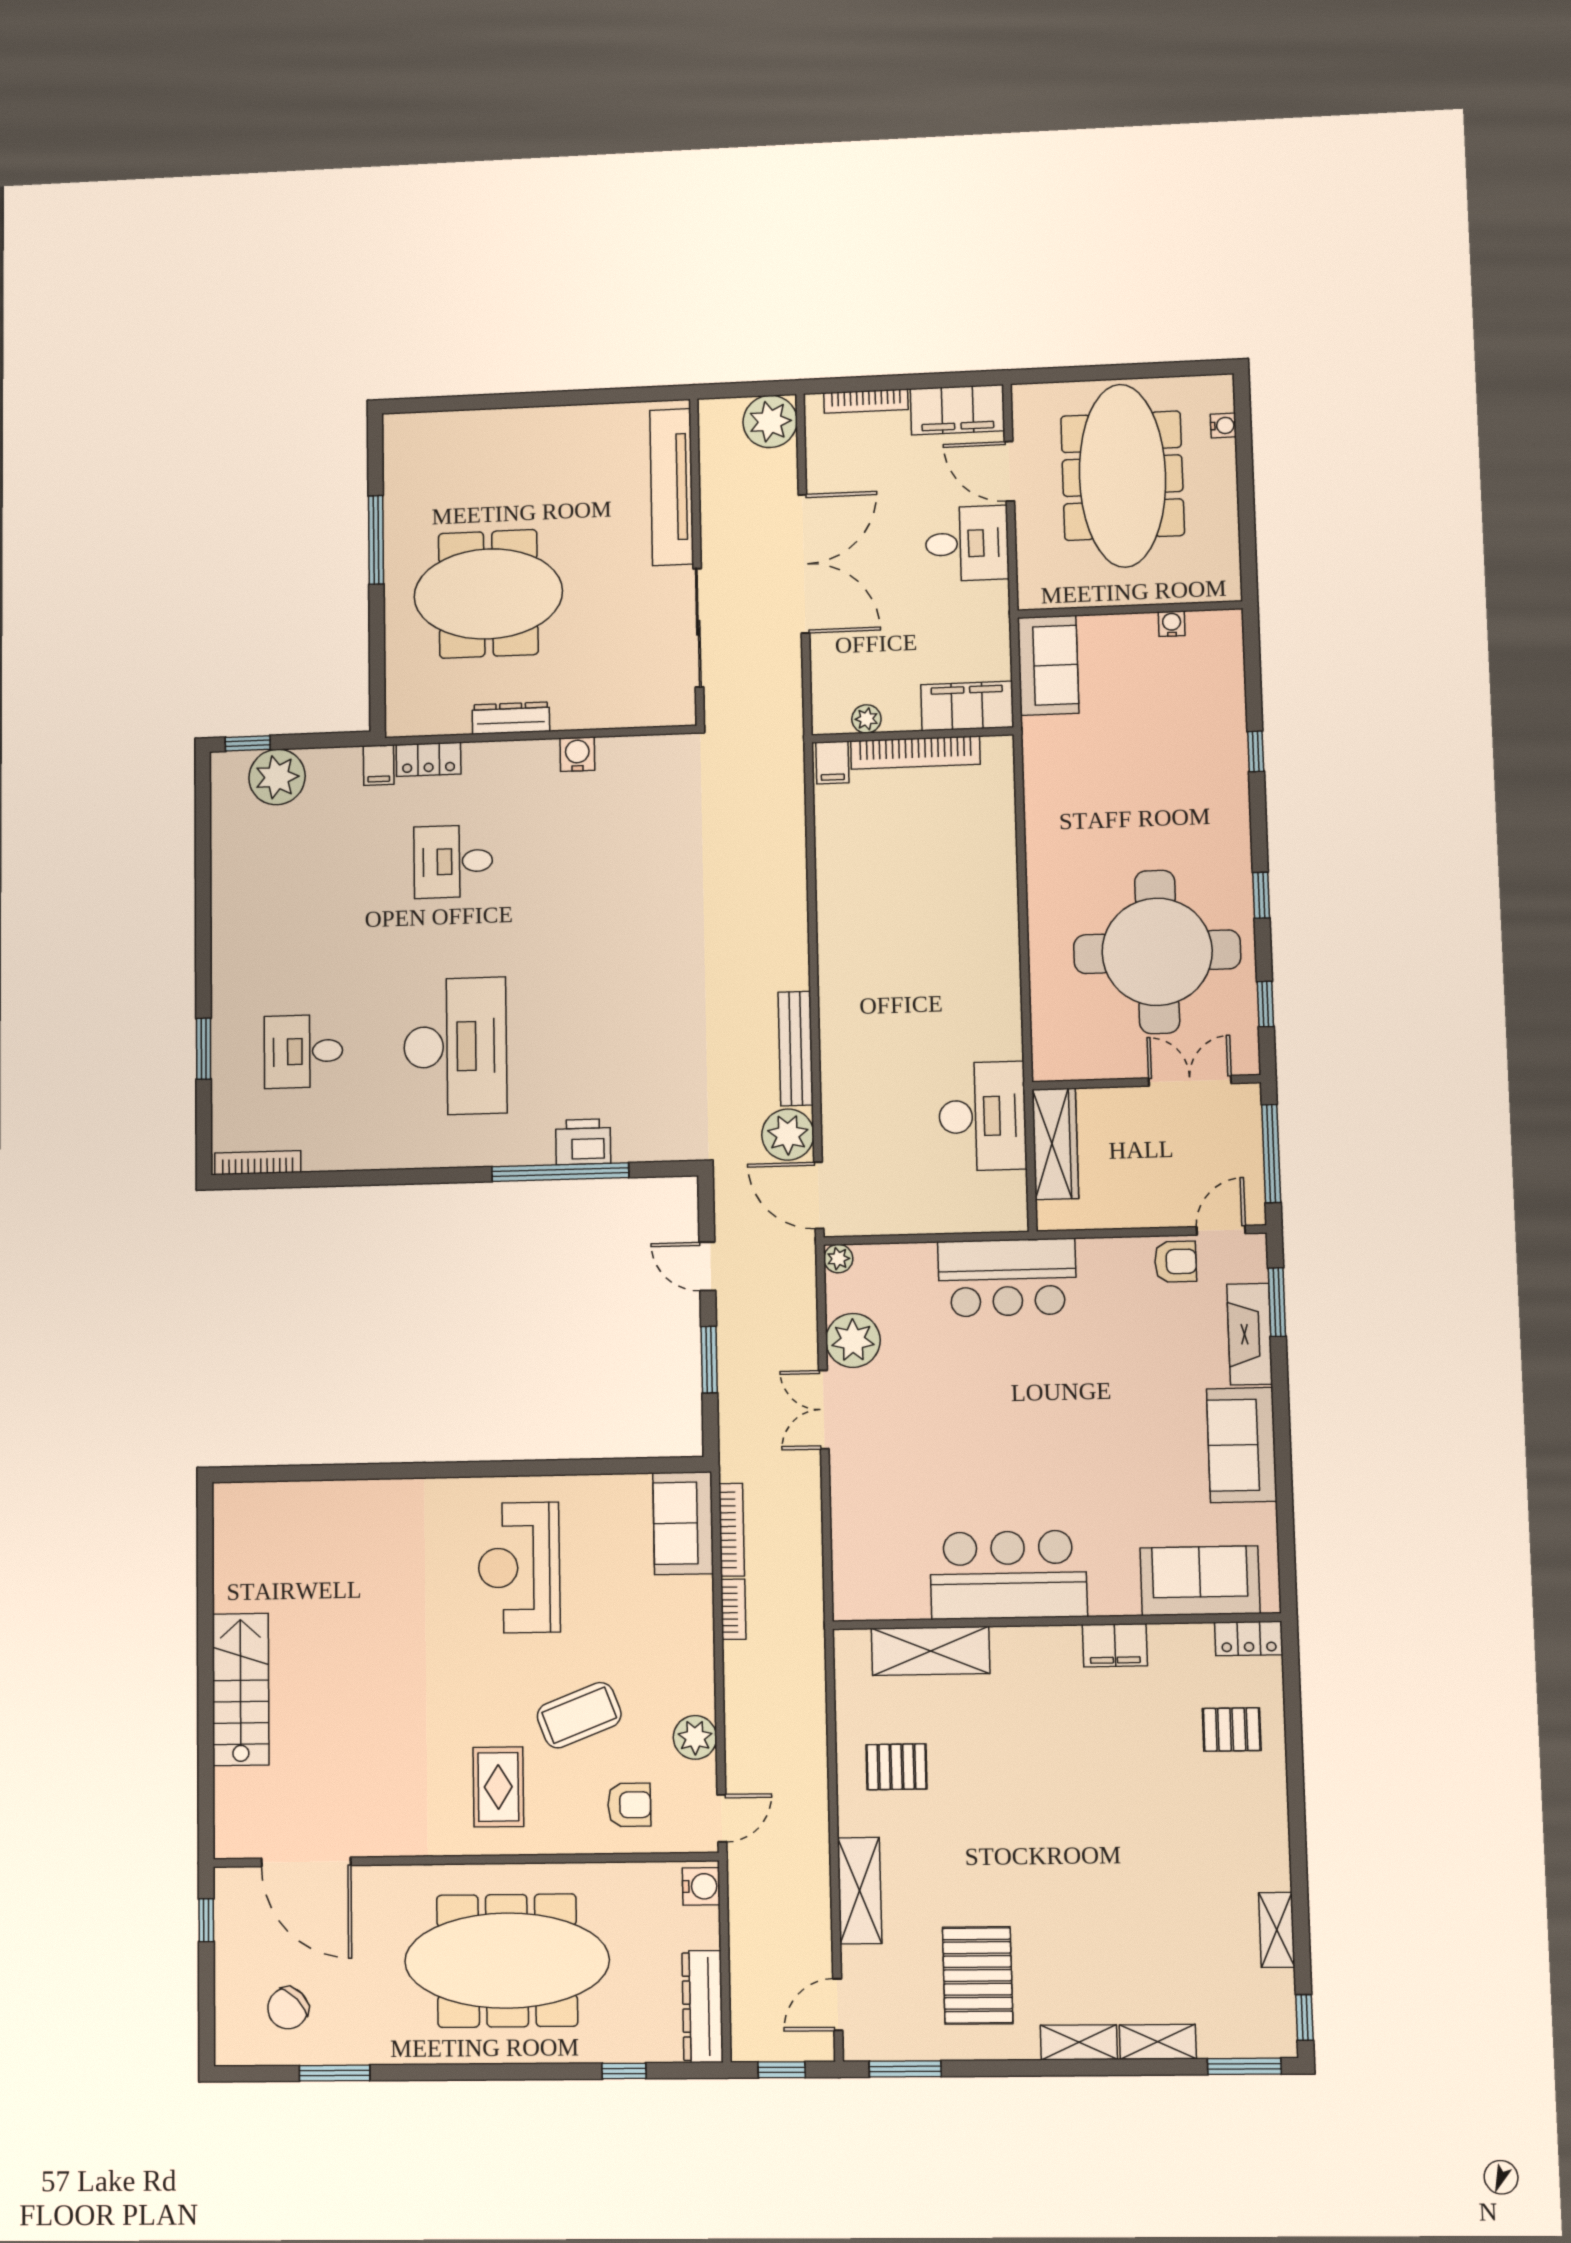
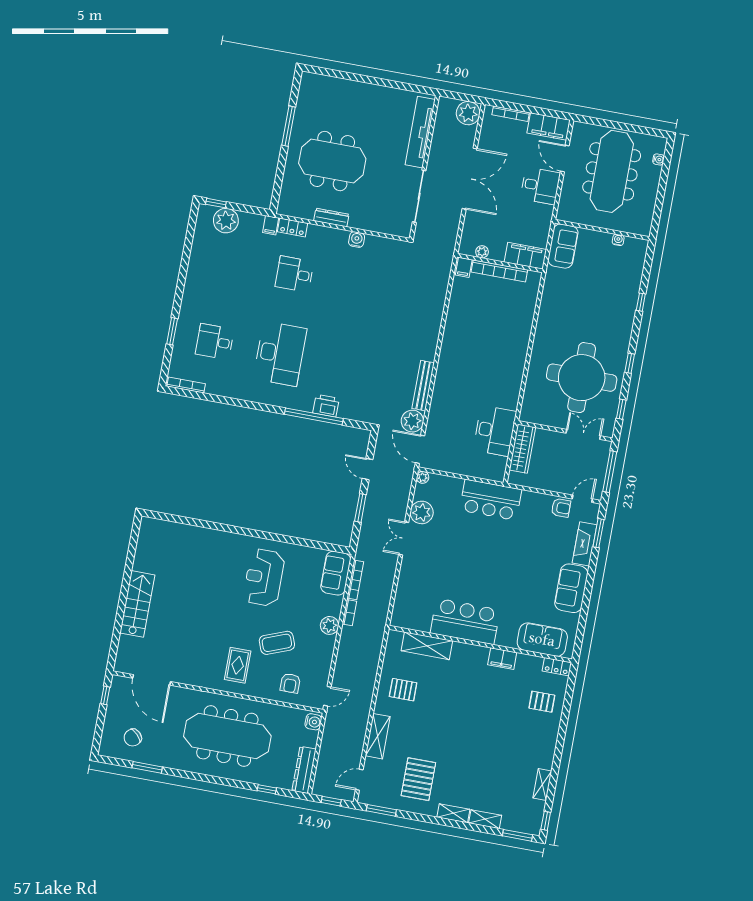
plant: (695, 1737) -> (330, 625), moved
armchair: (629, 1805) -> (290, 683), turned 90

